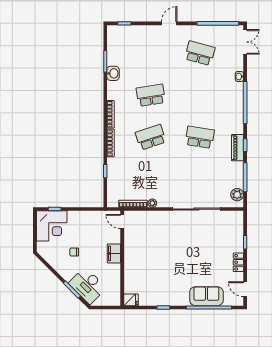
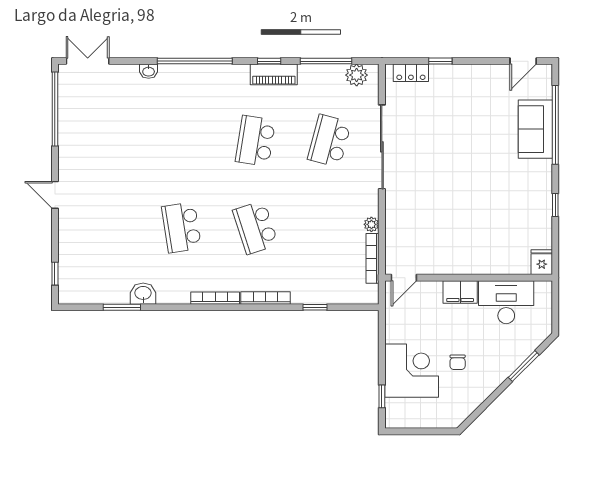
school desk: (200, 53) -> (329, 141), moved
corner desk: (52, 226) -> (412, 371), moved
locker: (238, 262) -> (411, 73), moved
desk: (87, 285) -> (506, 302), moved, turned -135

